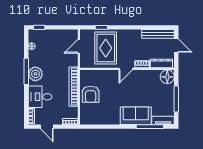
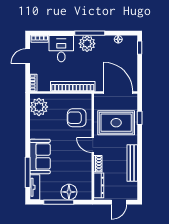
bench: (158, 34) -> (132, 163), moved
door: (79, 46) -> (118, 93), width x1.87
floor lamp: (167, 77) -> (69, 192), moved
armchair: (91, 94) -> (77, 118), moved
plant: (92, 117) -> (39, 107), added

